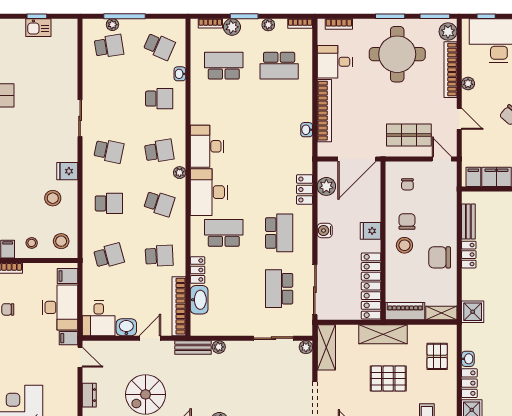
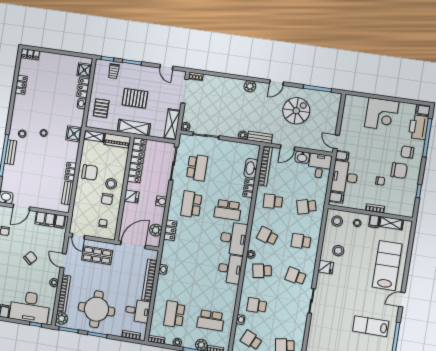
school desk: (279, 66) -> (174, 314), turned -90
dresser: (89, 395) -> (334, 116), removed

